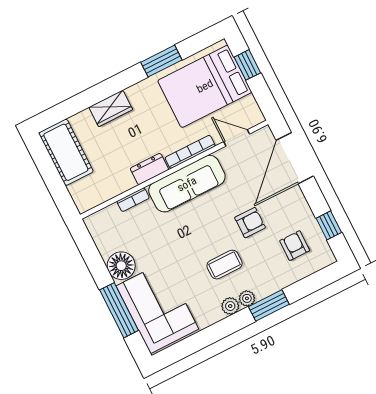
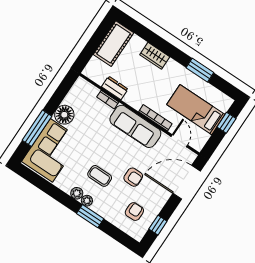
bed: (205, 86) -> (196, 110), width x0.67
dresser: (149, 169) -> (115, 88), moved

